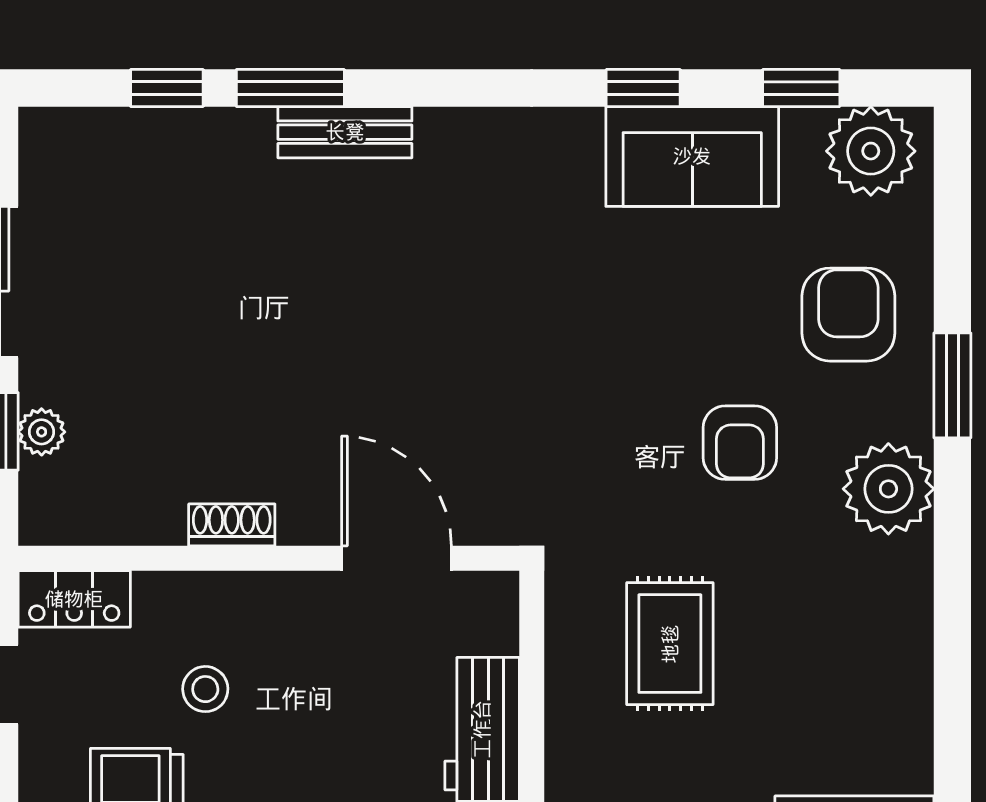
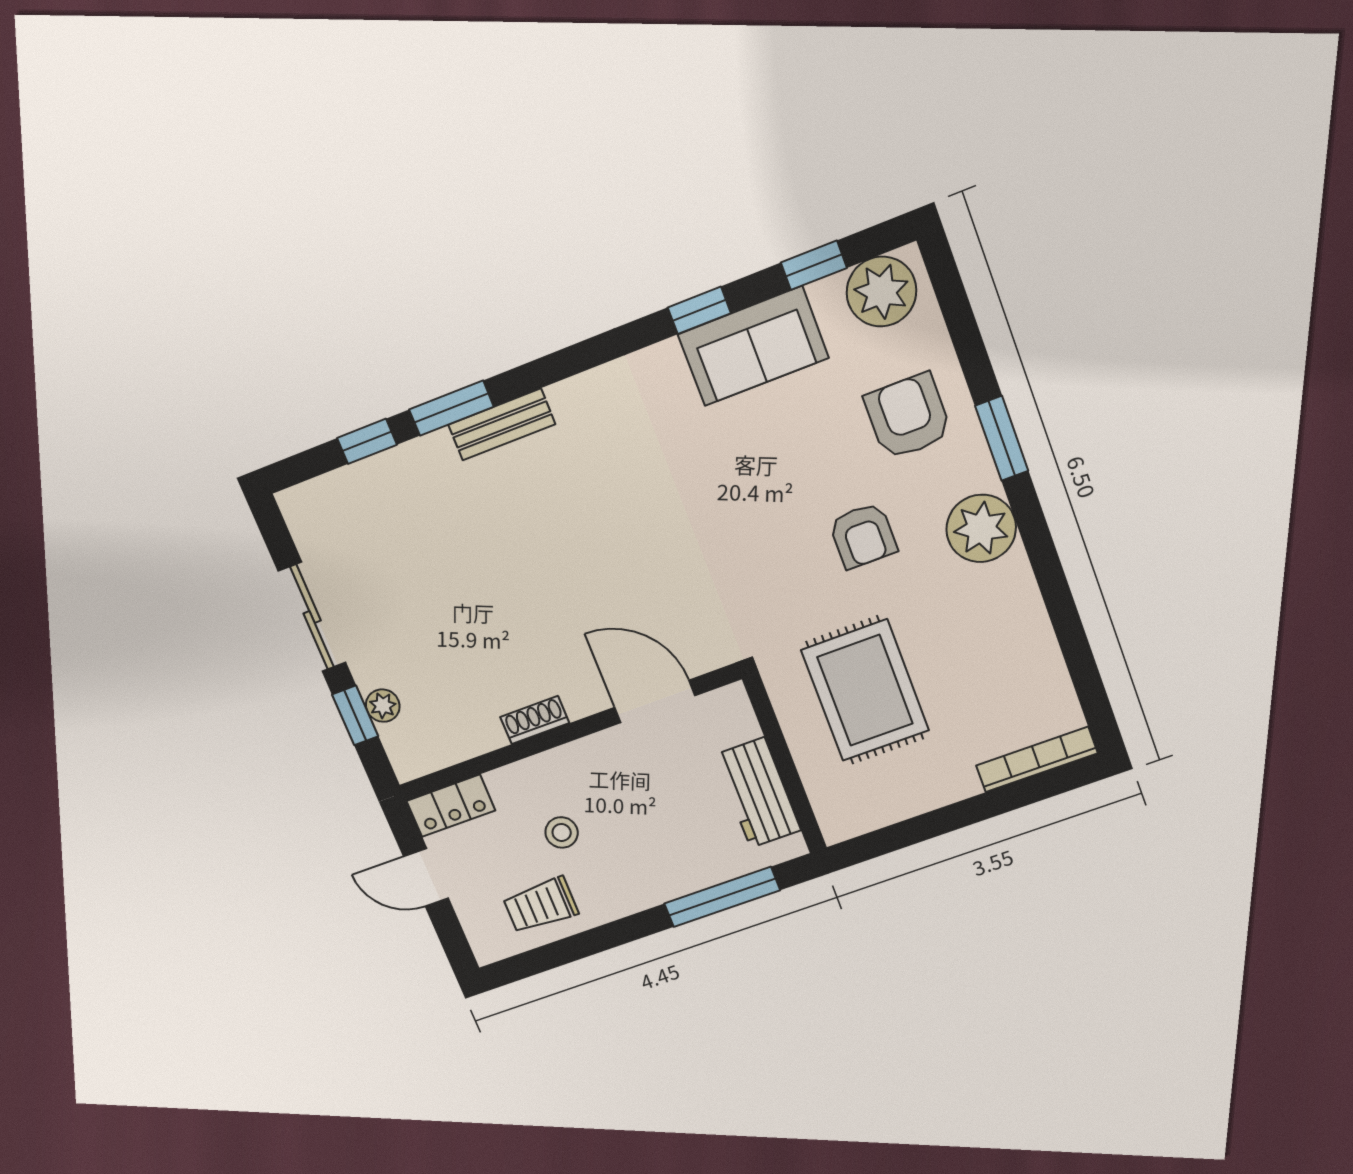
rug: (670, 644) -> (865, 690), width x1.36, depth x1.43

